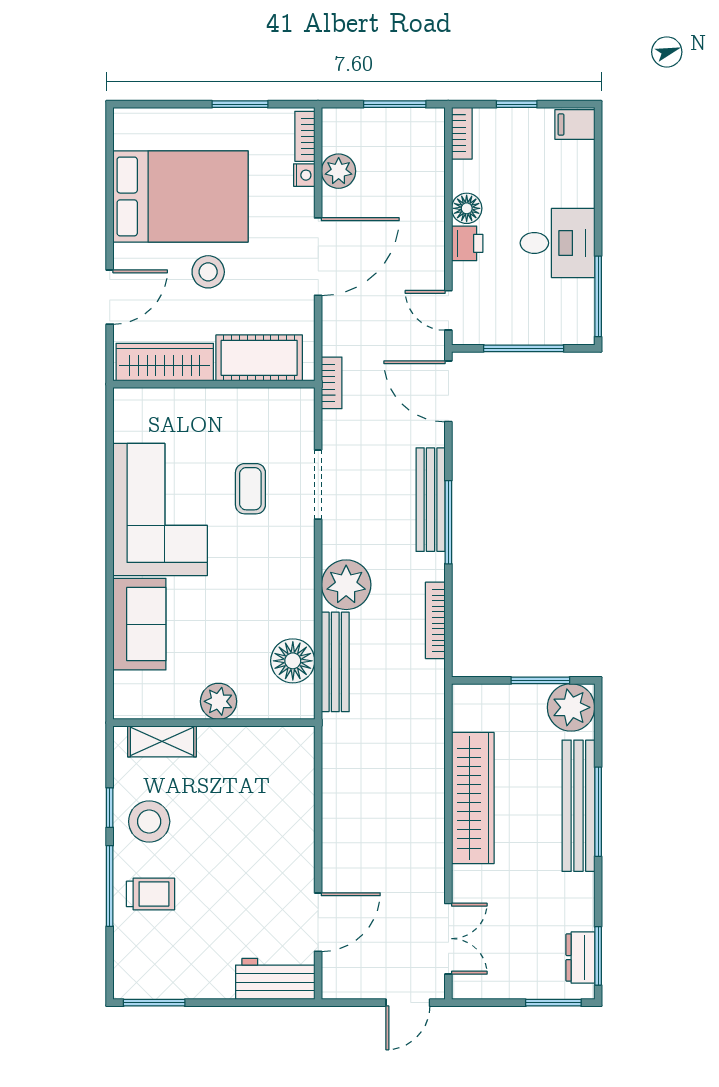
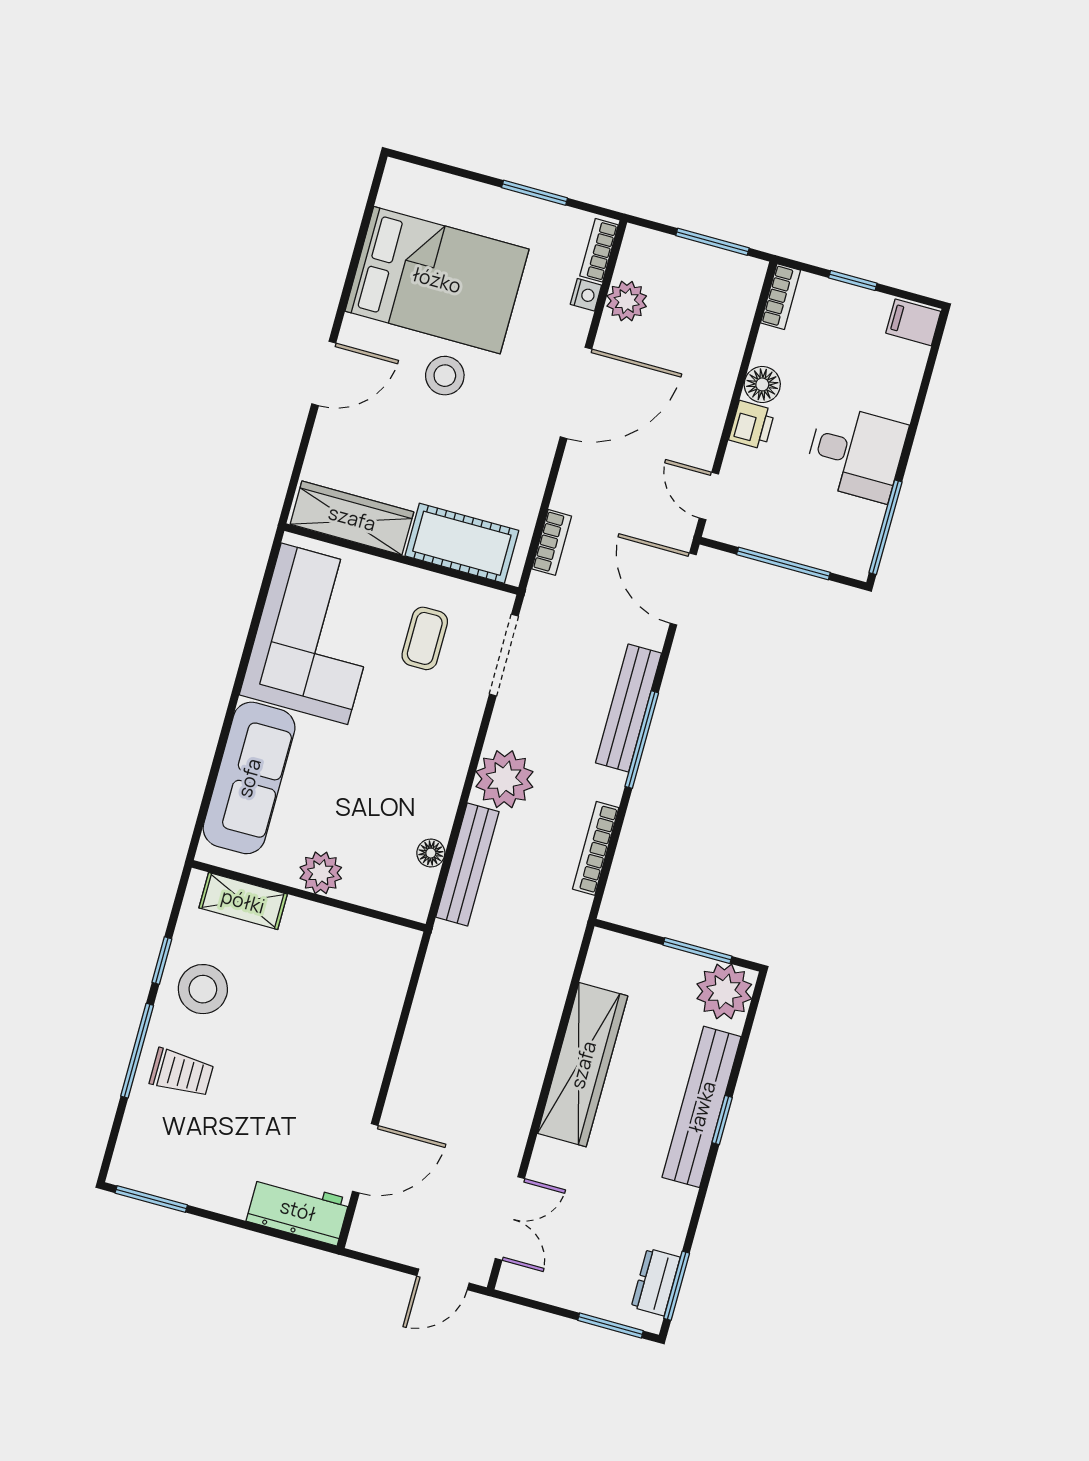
cot: (259, 358) -> (462, 543), moved
wardrobe: (165, 362) -> (352, 518), moved
wall: (214, 384) -> (401, 559), moved
sofa: (139, 624) -> (249, 778), width x1.36
floor lamp: (293, 661) -> (431, 853), width x0.53, depth x0.53
window: (598, 812) -> (722, 1120), width x0.46

